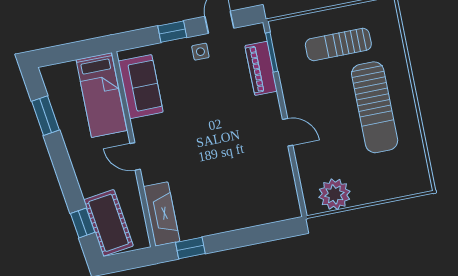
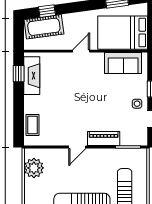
piano: (261, 68) -> (104, 139), moved
bed: (101, 95) -> (123, 33), width x1.50
coffee table: (267, 210) -> (33, 125), added
fireplace: (162, 214) -> (32, 76), moved, turned -90

